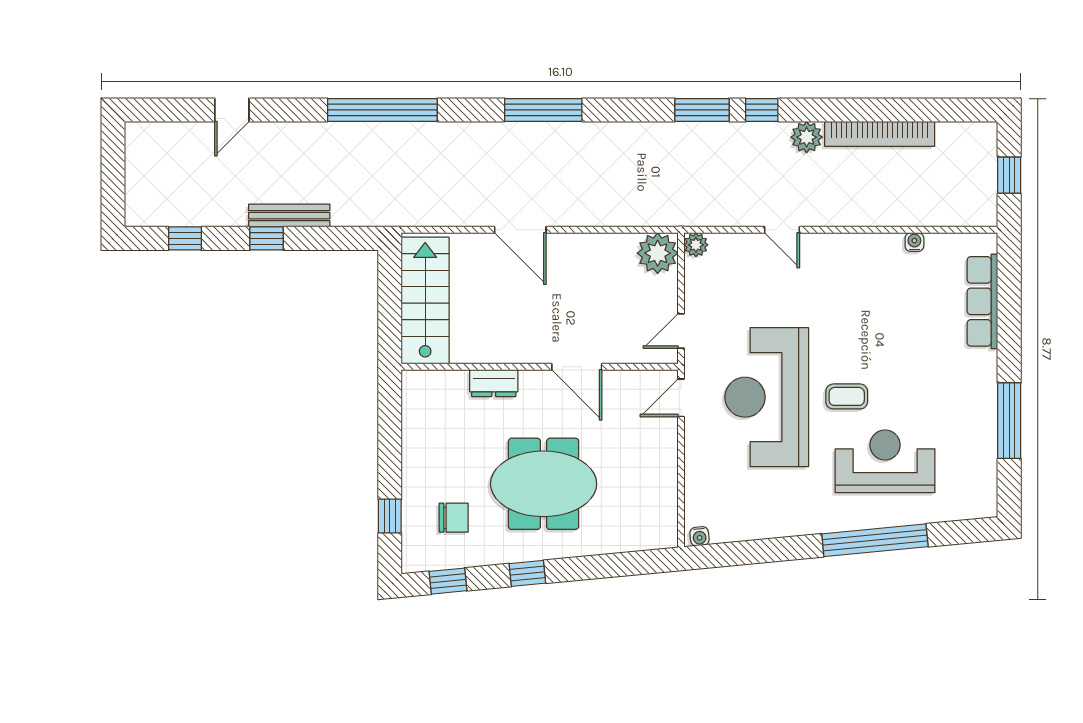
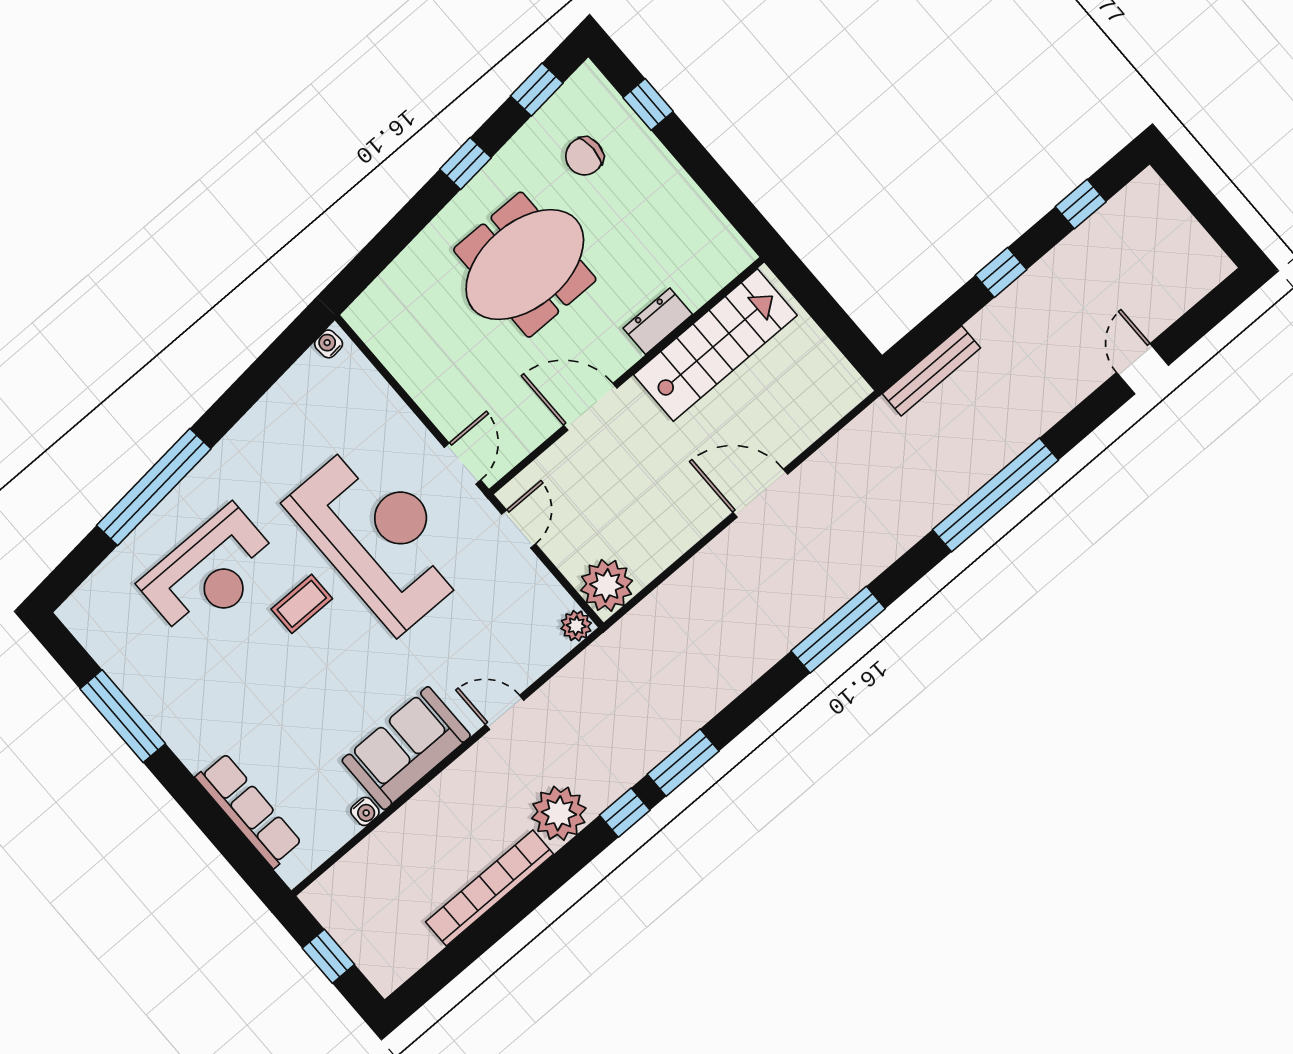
plant: (807, 137) -> (559, 813), width x1.36, depth x1.36
bench: (289, 216) -> (931, 371), moved
sofa: (858, 259) -> (406, 748), added
stairs: (425, 301) -> (715, 345), moved, turned -90

